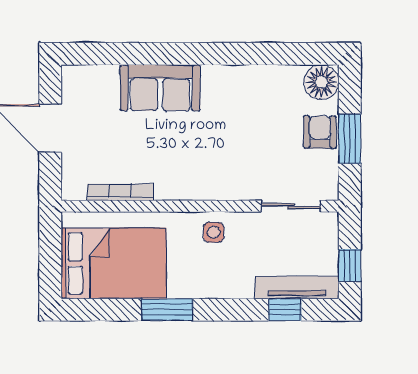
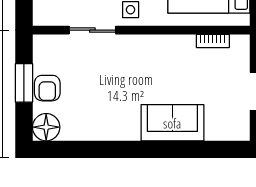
bookcase: (120, 192) -> (213, 41), width x0.64
sliding door: (291, 206) -> (92, 30), moved

